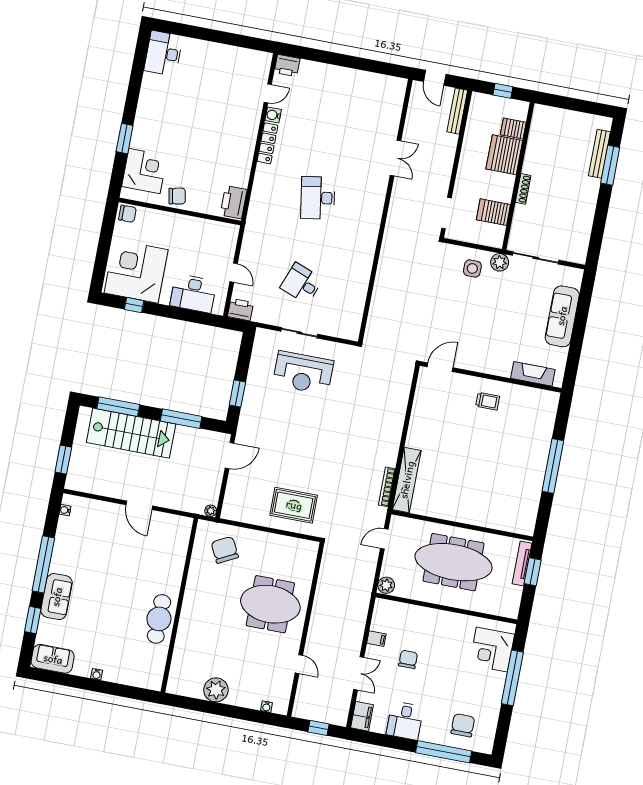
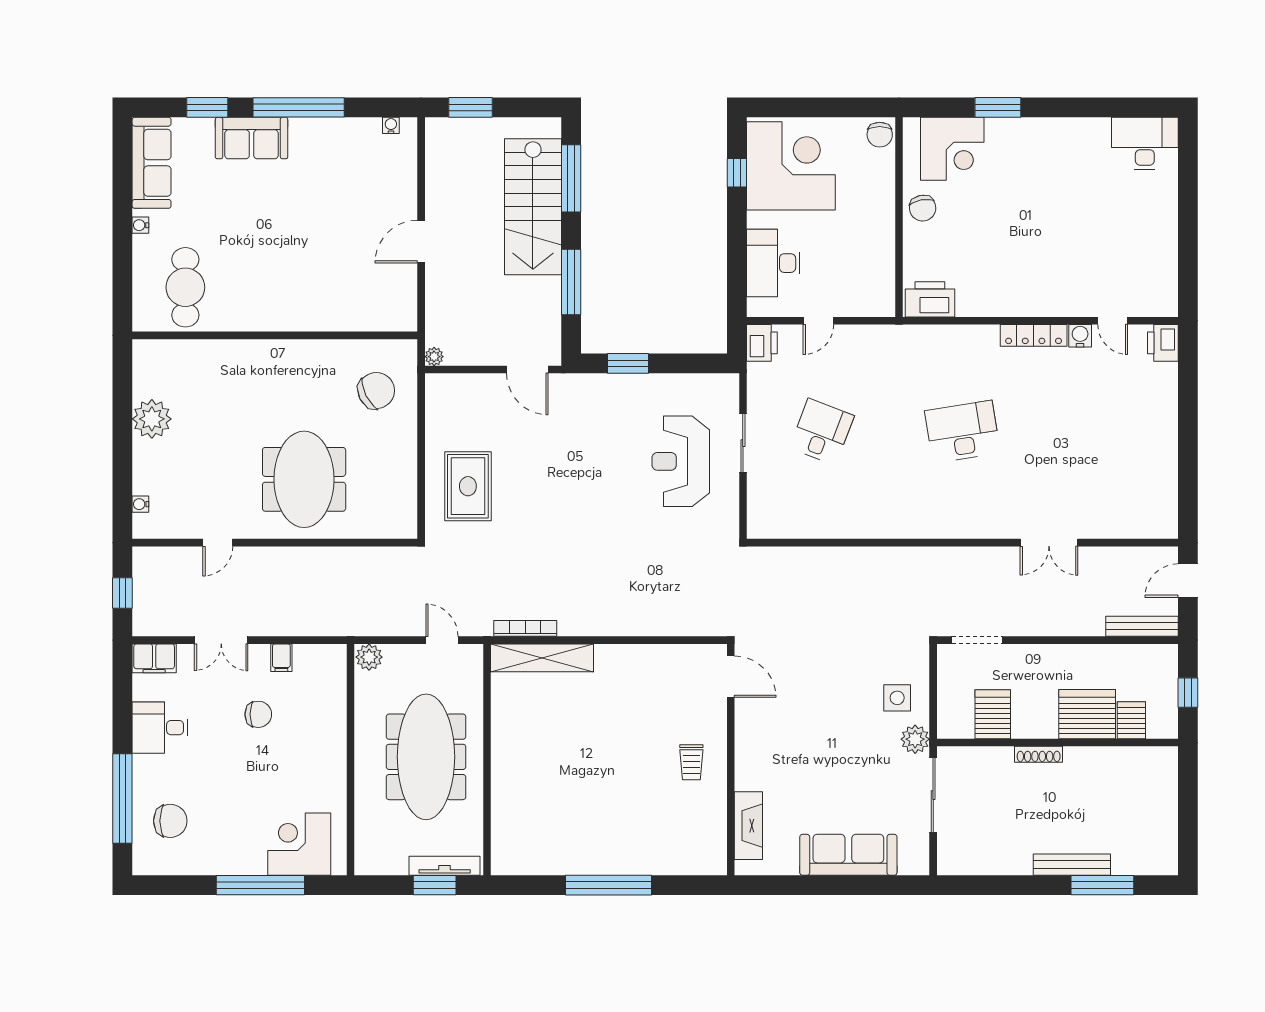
bench: (599, 154) -> (1072, 865), moved
cafe table: (159, 619) -> (185, 287), moved, turned 90
sofa: (53, 659) -> (152, 163), width x1.36

